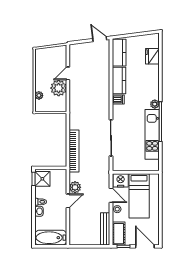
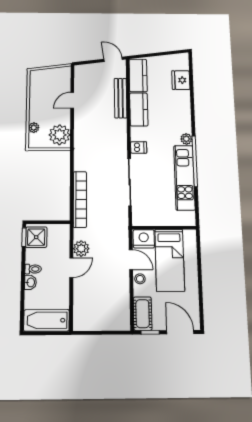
plant: (59, 88) -> (60, 135), moved
dishwasher: (118, 99) -> (139, 147), moved
bench: (105, 229) -> (121, 98), moved

